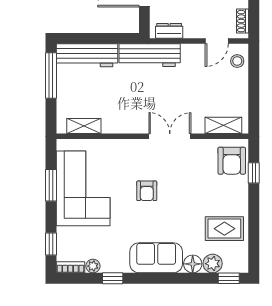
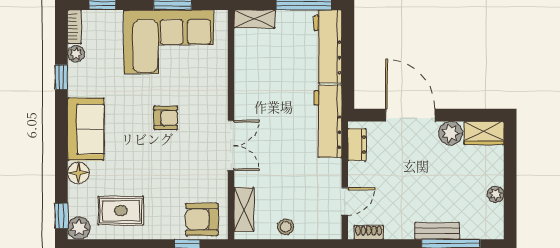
door: (217, 41) -> (345, 201), swing flipped
stool: (237, 61) -> (286, 227), moved
shelving: (84, 126) -> (254, 19), moved, turned 90
armchair: (147, 191) -> (166, 118), turned 180
rug: (224, 229) -> (121, 211), turned 90
plant: (213, 264) -> (79, 228), moved

